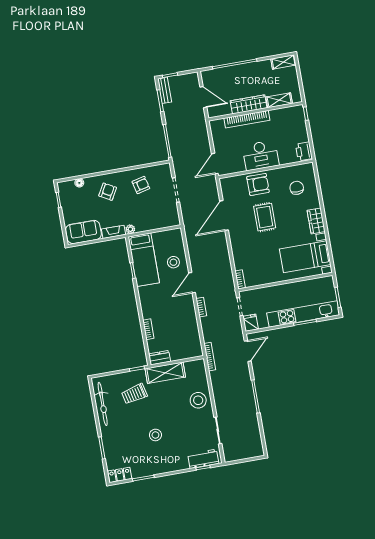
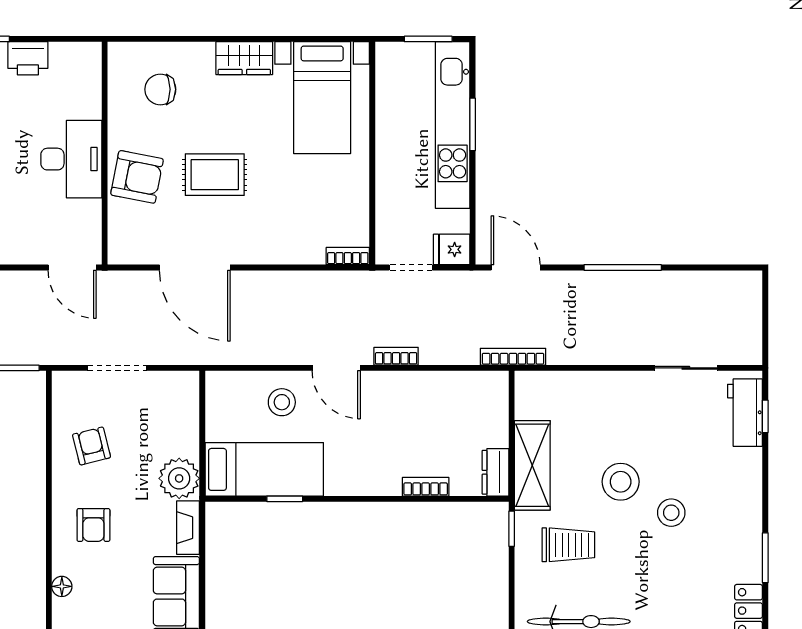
printer: (304, 151) -> (28, 58), moved
armchair: (258, 184) -> (137, 177), turned 101
armchair: (108, 192) -> (93, 525), turned -119
plant: (130, 229) -> (179, 478), width x1.87, depth x1.87
trolley: (134, 394) -> (568, 545), turned -77
stool: (198, 400) -> (621, 482), moved

